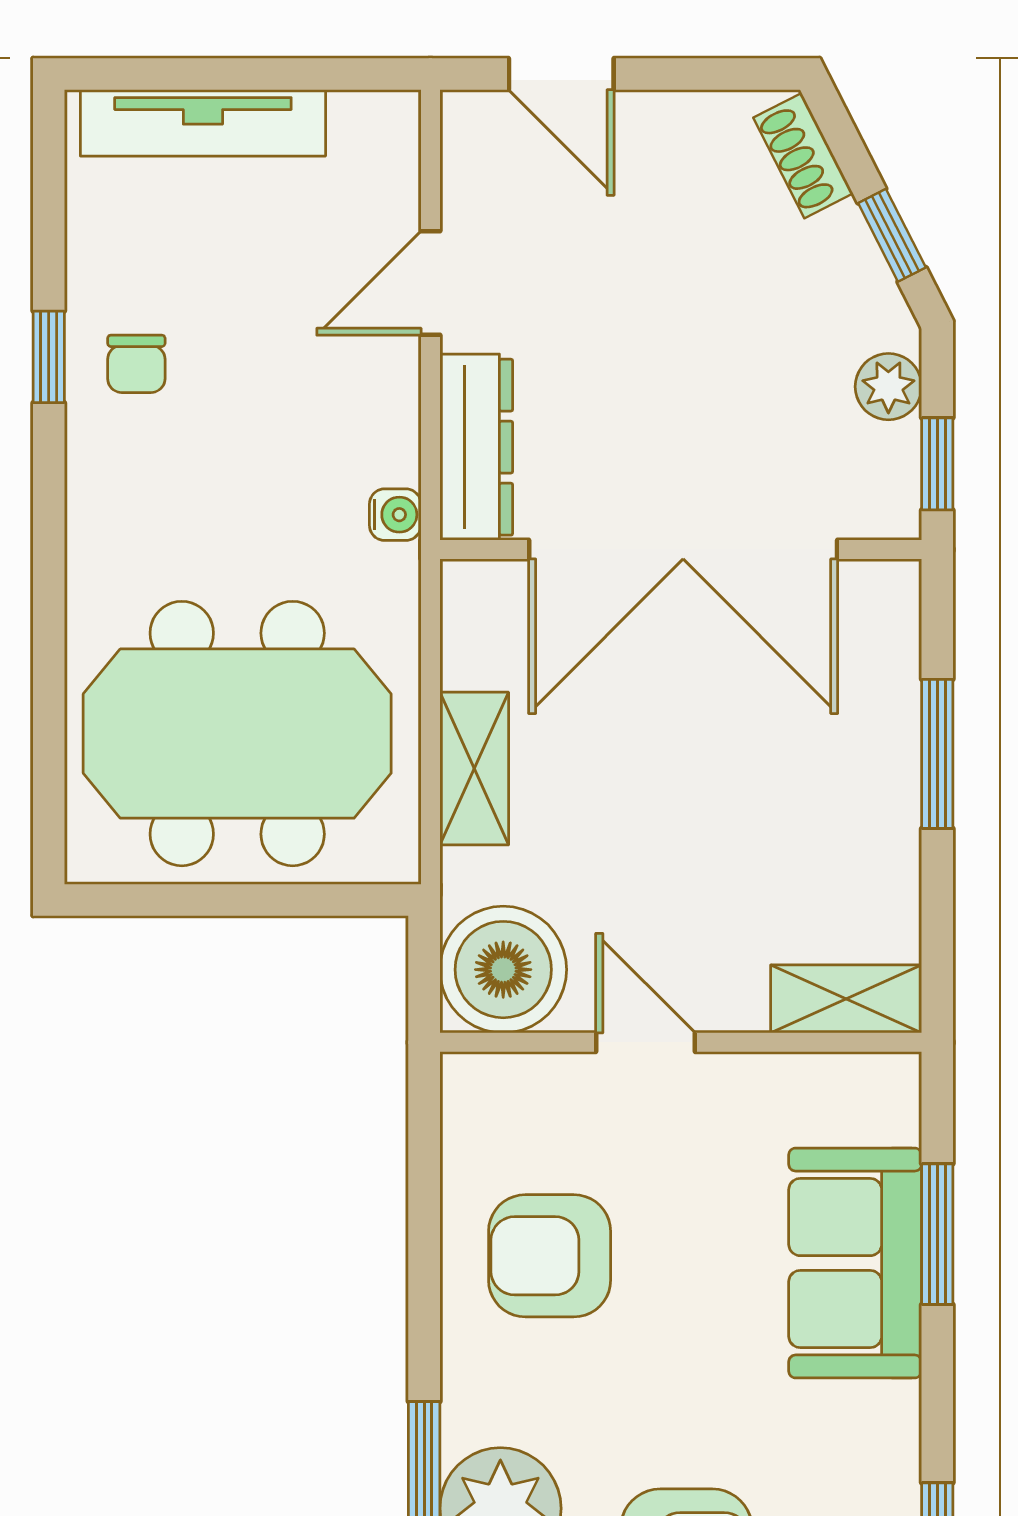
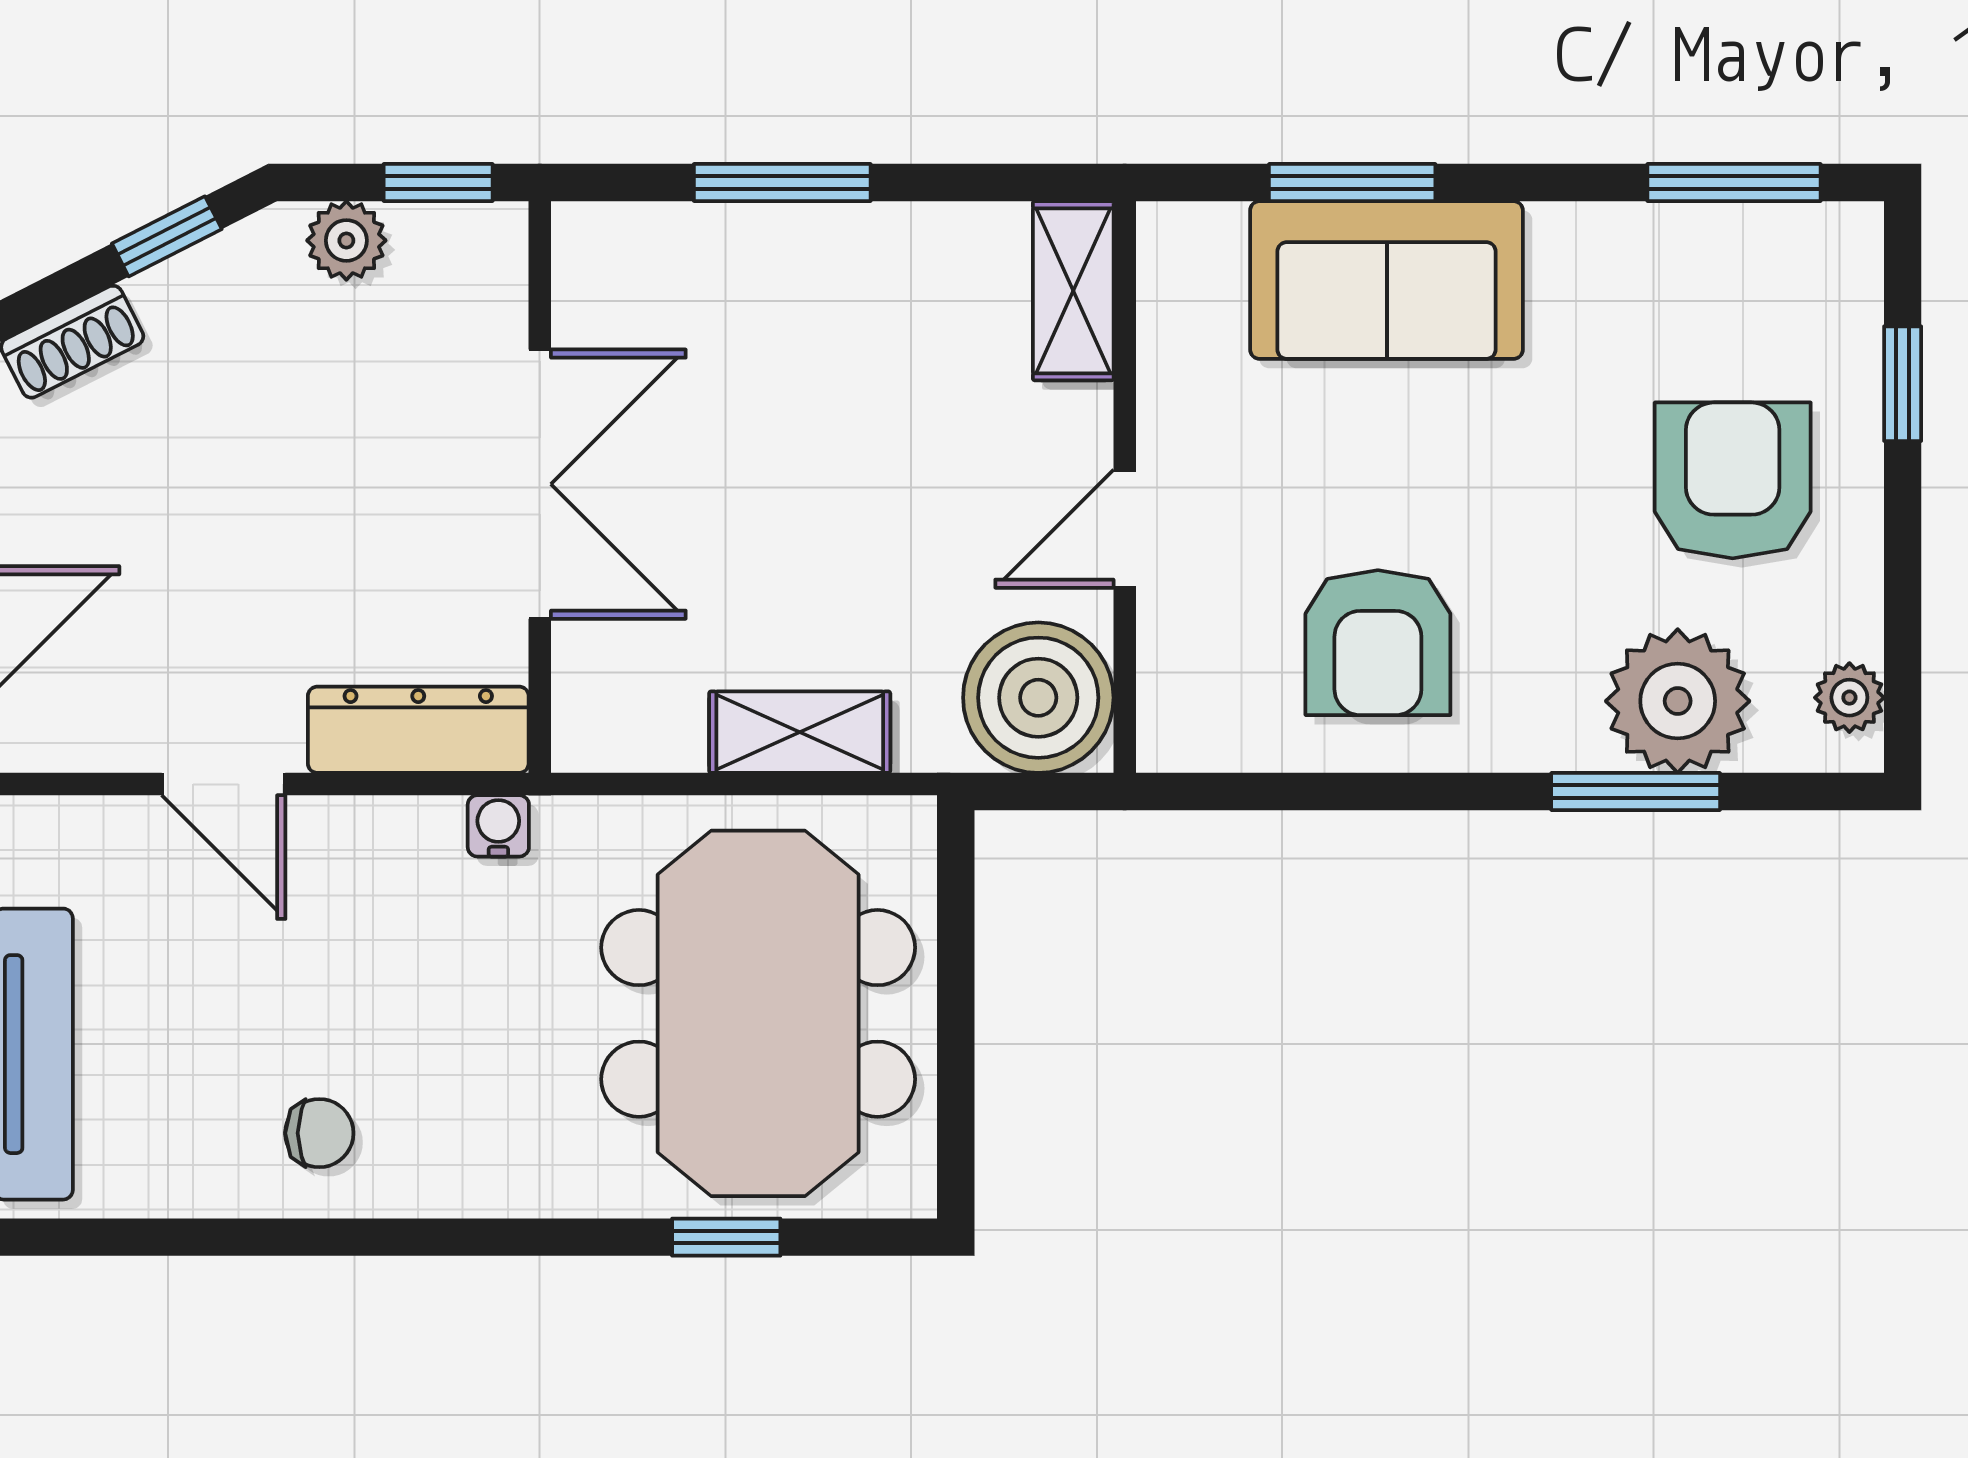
window: (49, 357) -> (726, 1237), moved
double door: (683, 550) -> (540, 484), width x0.73

